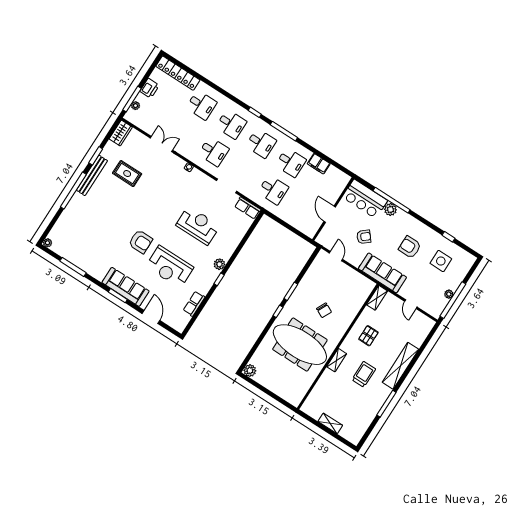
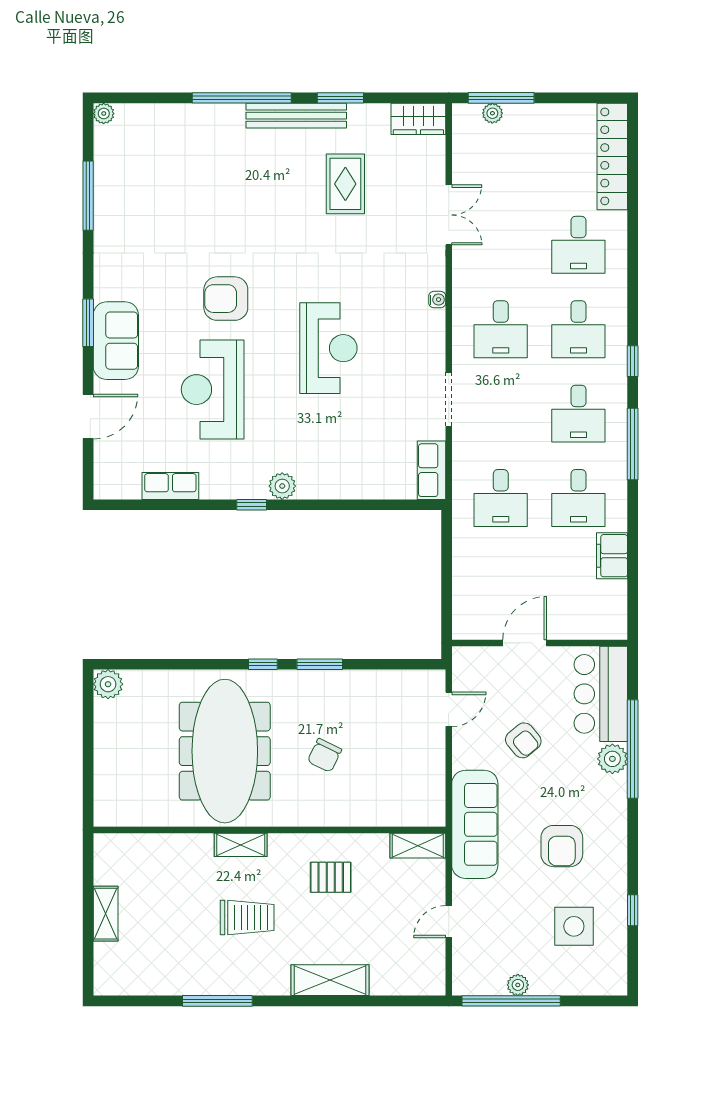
printer: (150, 88) -> (545, 119), removed
reception desk: (198, 225) -> (328, 348), moved
armchair: (141, 242) -> (226, 299), turned 90
armchair: (410, 247) -> (562, 846), turned 180
sofa: (125, 287) -> (116, 341), width x0.73
shelving: (400, 366) -> (330, 980), width x0.68

